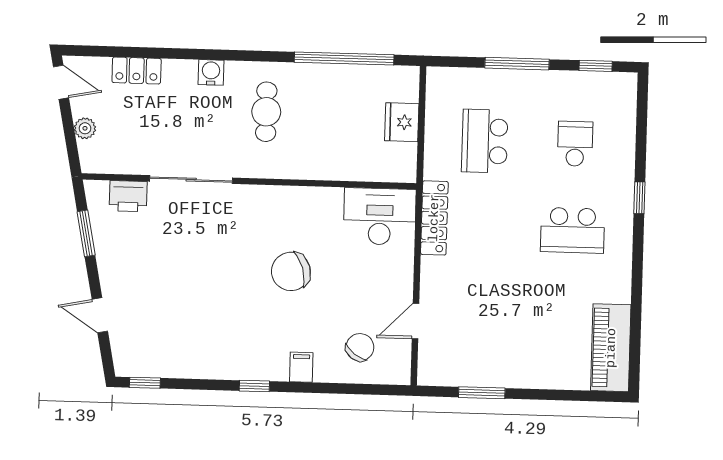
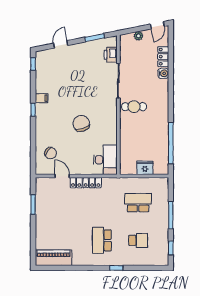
water cooler: (211, 72) -> (163, 73), moved
cafe table: (266, 112) -> (134, 107), moved
locker: (434, 218) -> (86, 183), moved
filing cabinet: (301, 367) -> (42, 98), moved

